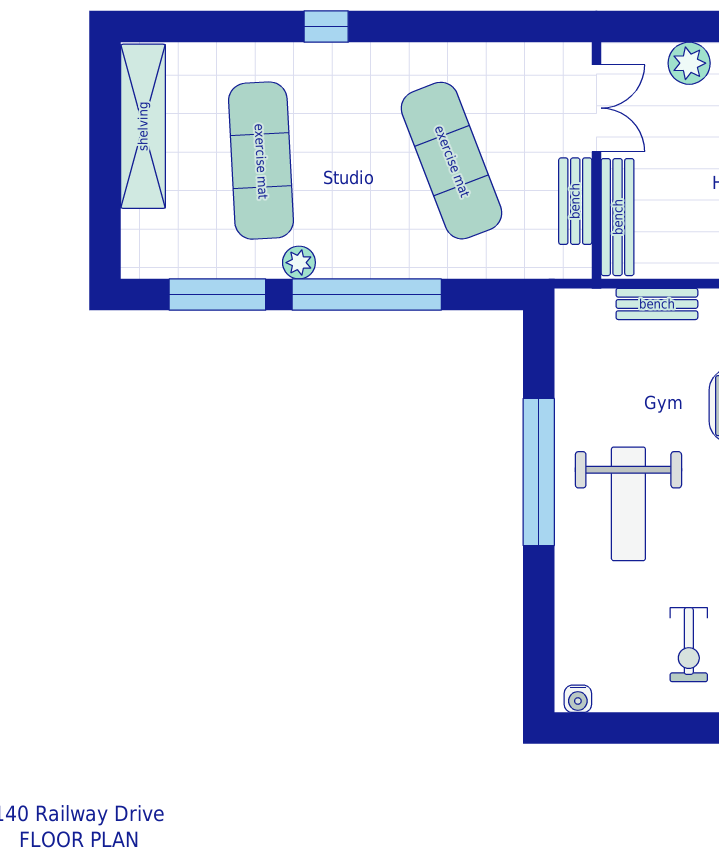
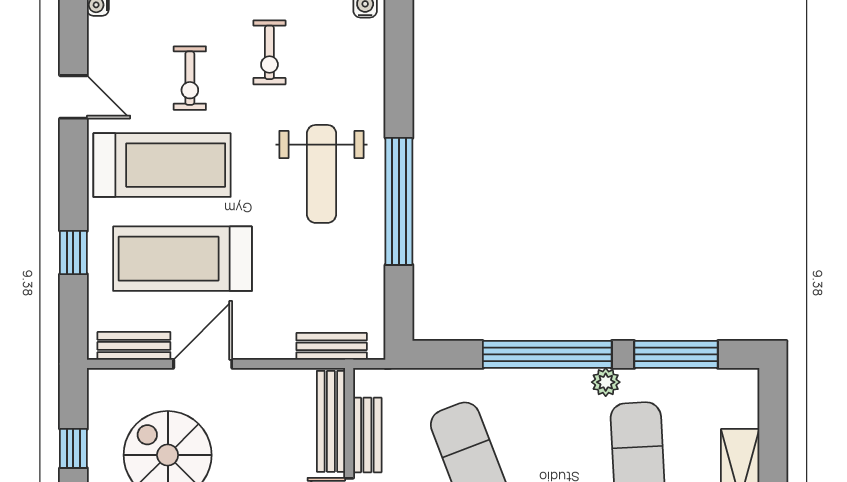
bench: (657, 304) -> (332, 346), moved
weight bench: (628, 504) -> (321, 174), turned 180
exercise bike: (689, 645) -> (269, 52), turned 180

